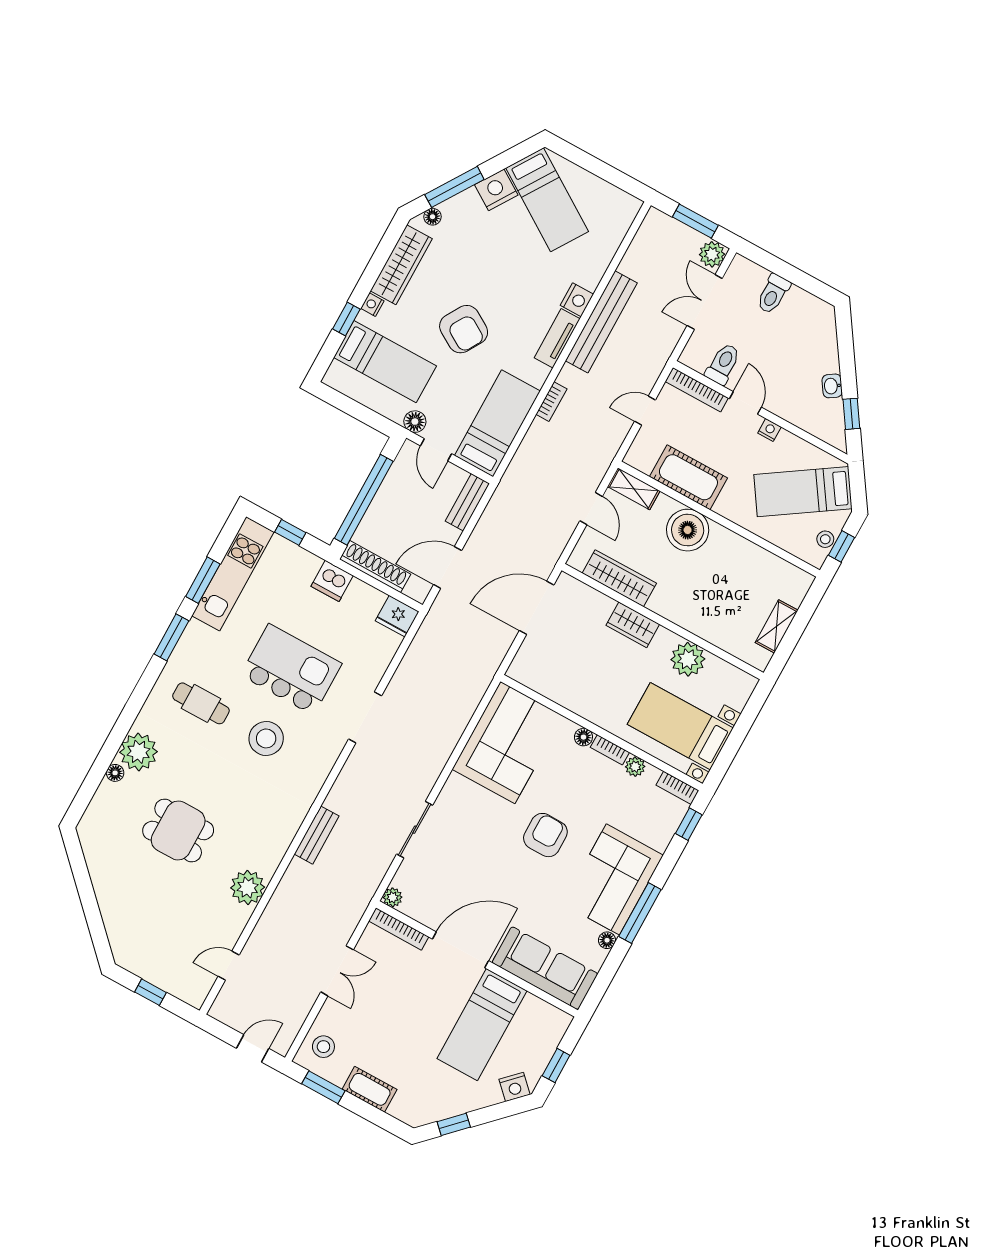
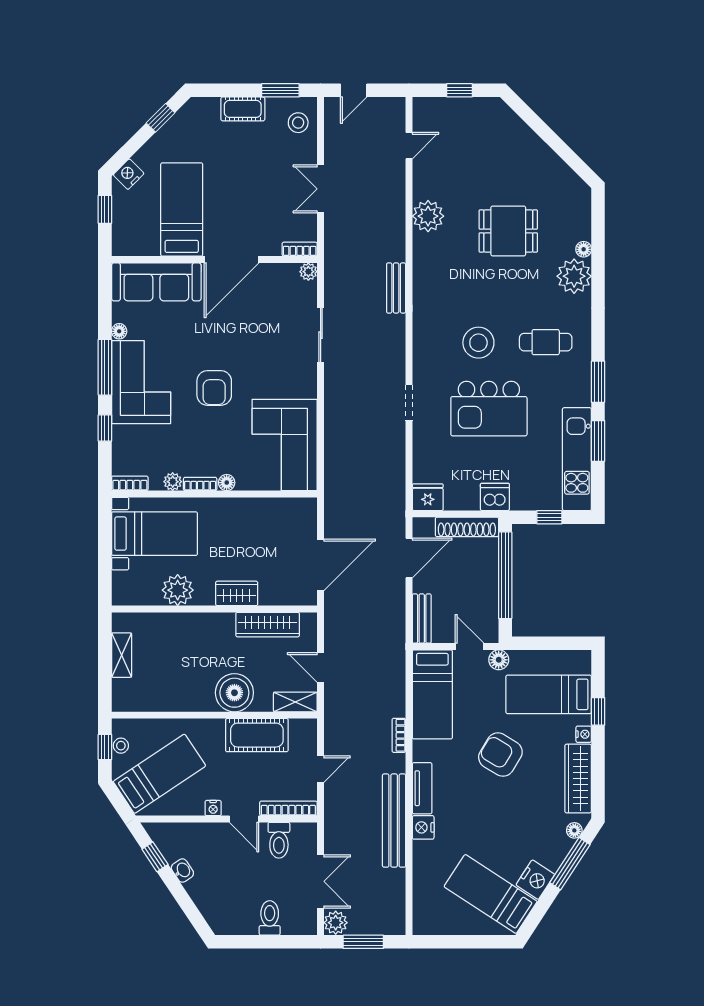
doorway: (365, 717) -> (409, 403), width x0.73
window: (689, 824) -> (105, 428), moved
bookcase: (399, 929) -> (300, 249), width x0.64

